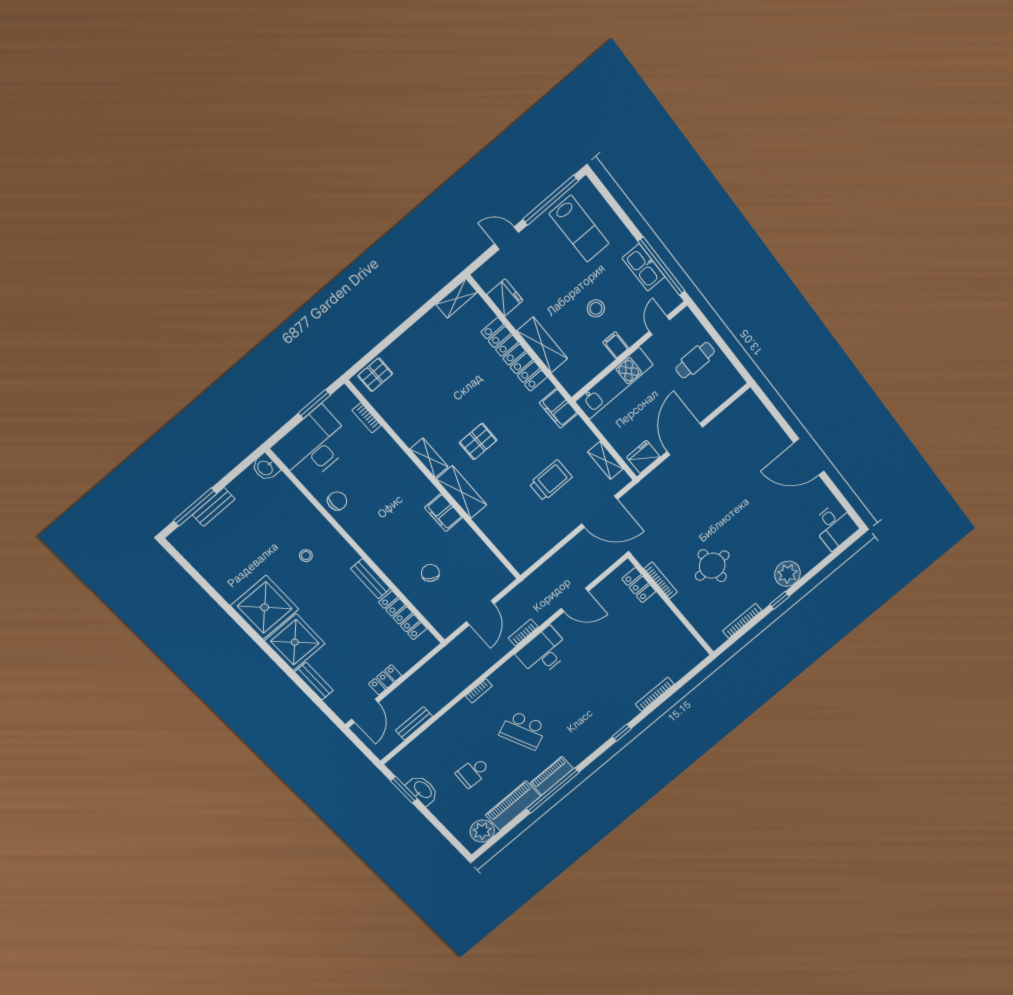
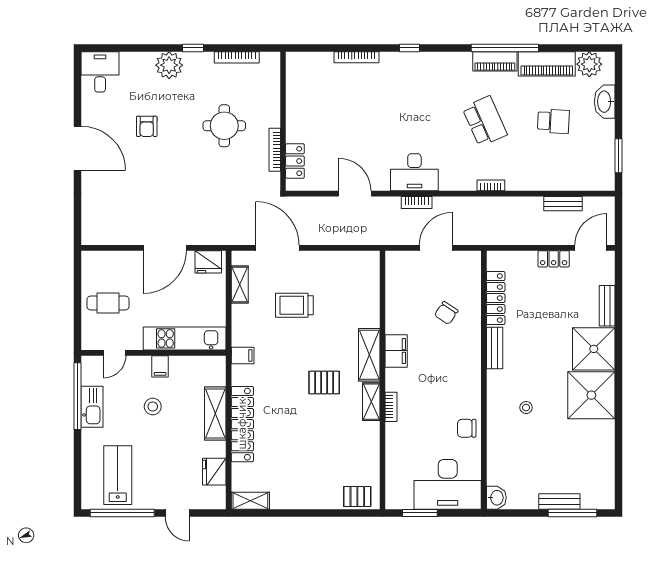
filing cabinet: (558, 408) -> (243, 356), width x0.50
bookcase: (367, 418) -> (391, 407), moved
armchair: (770, 517) -> (147, 126), added
washbasin: (422, 790) -> (605, 102), moved

